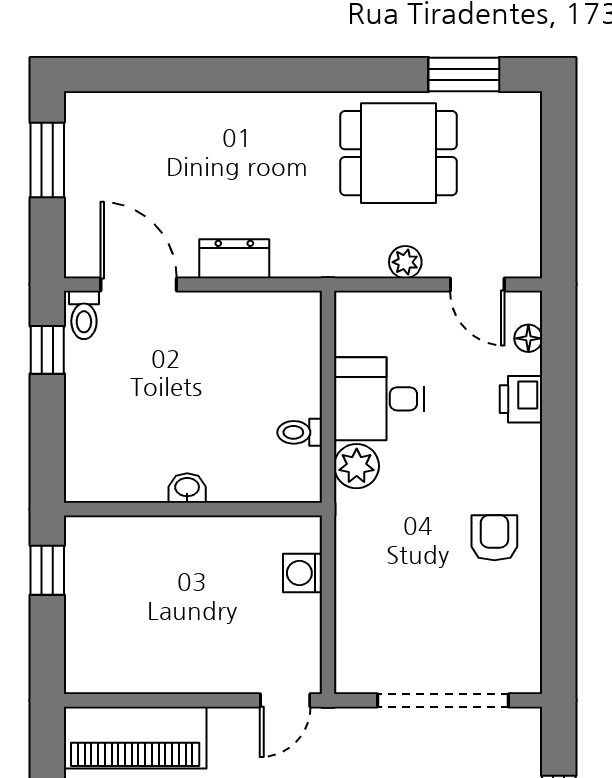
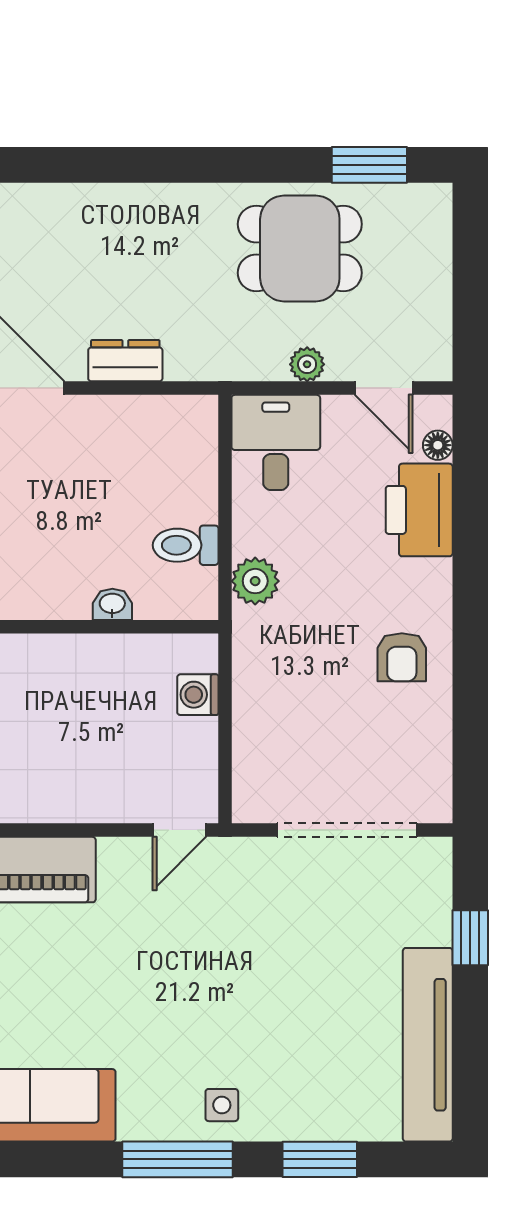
desk: (379, 399) -> (276, 442), moved, turned 90
printer: (521, 399) -> (419, 510), width x1.87, depth x1.48
toilet: (300, 432) -> (186, 545), width x1.37, depth x1.39
washbasin: (187, 488) -> (112, 604), moved
armchair: (494, 538) -> (402, 657), turned 180

